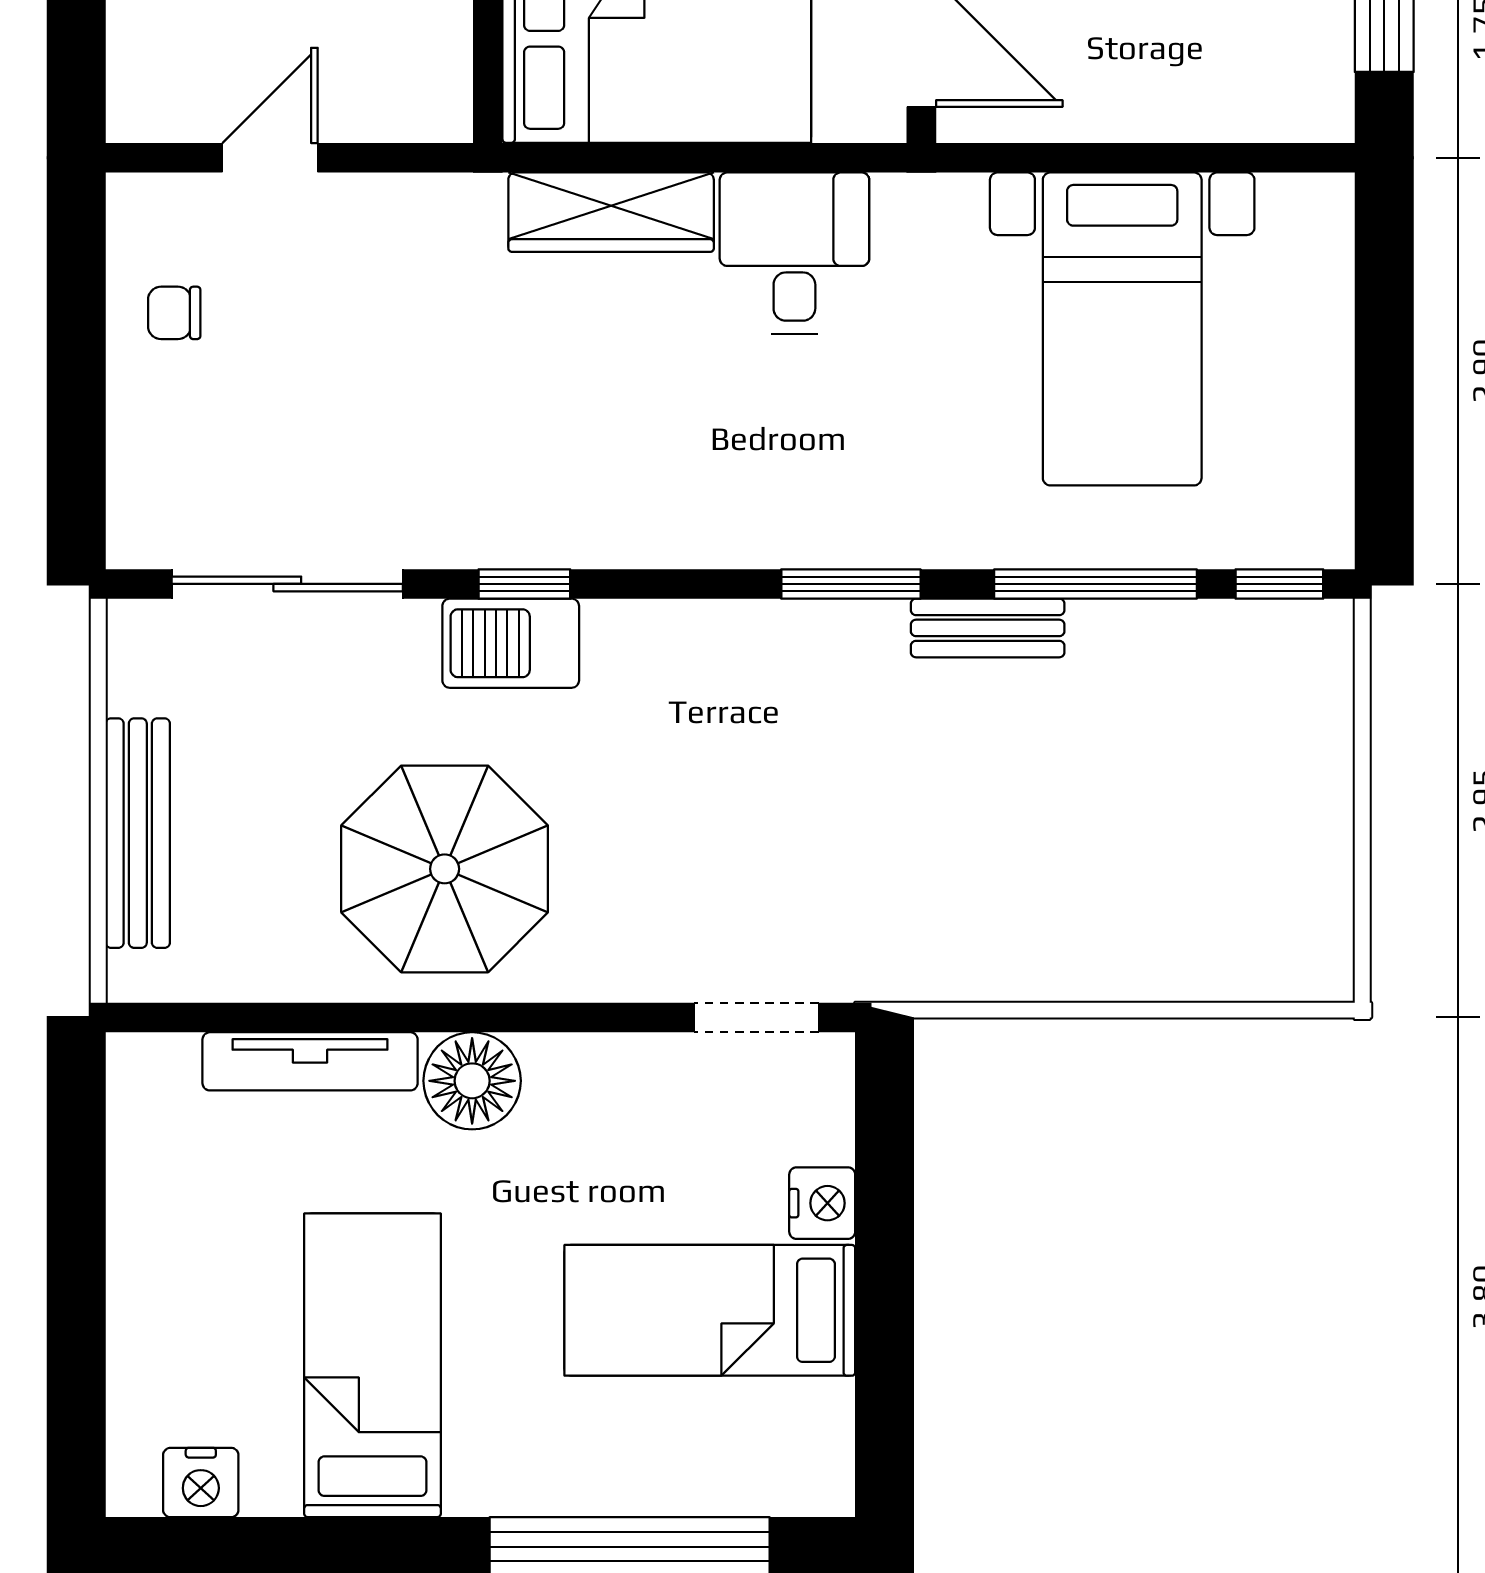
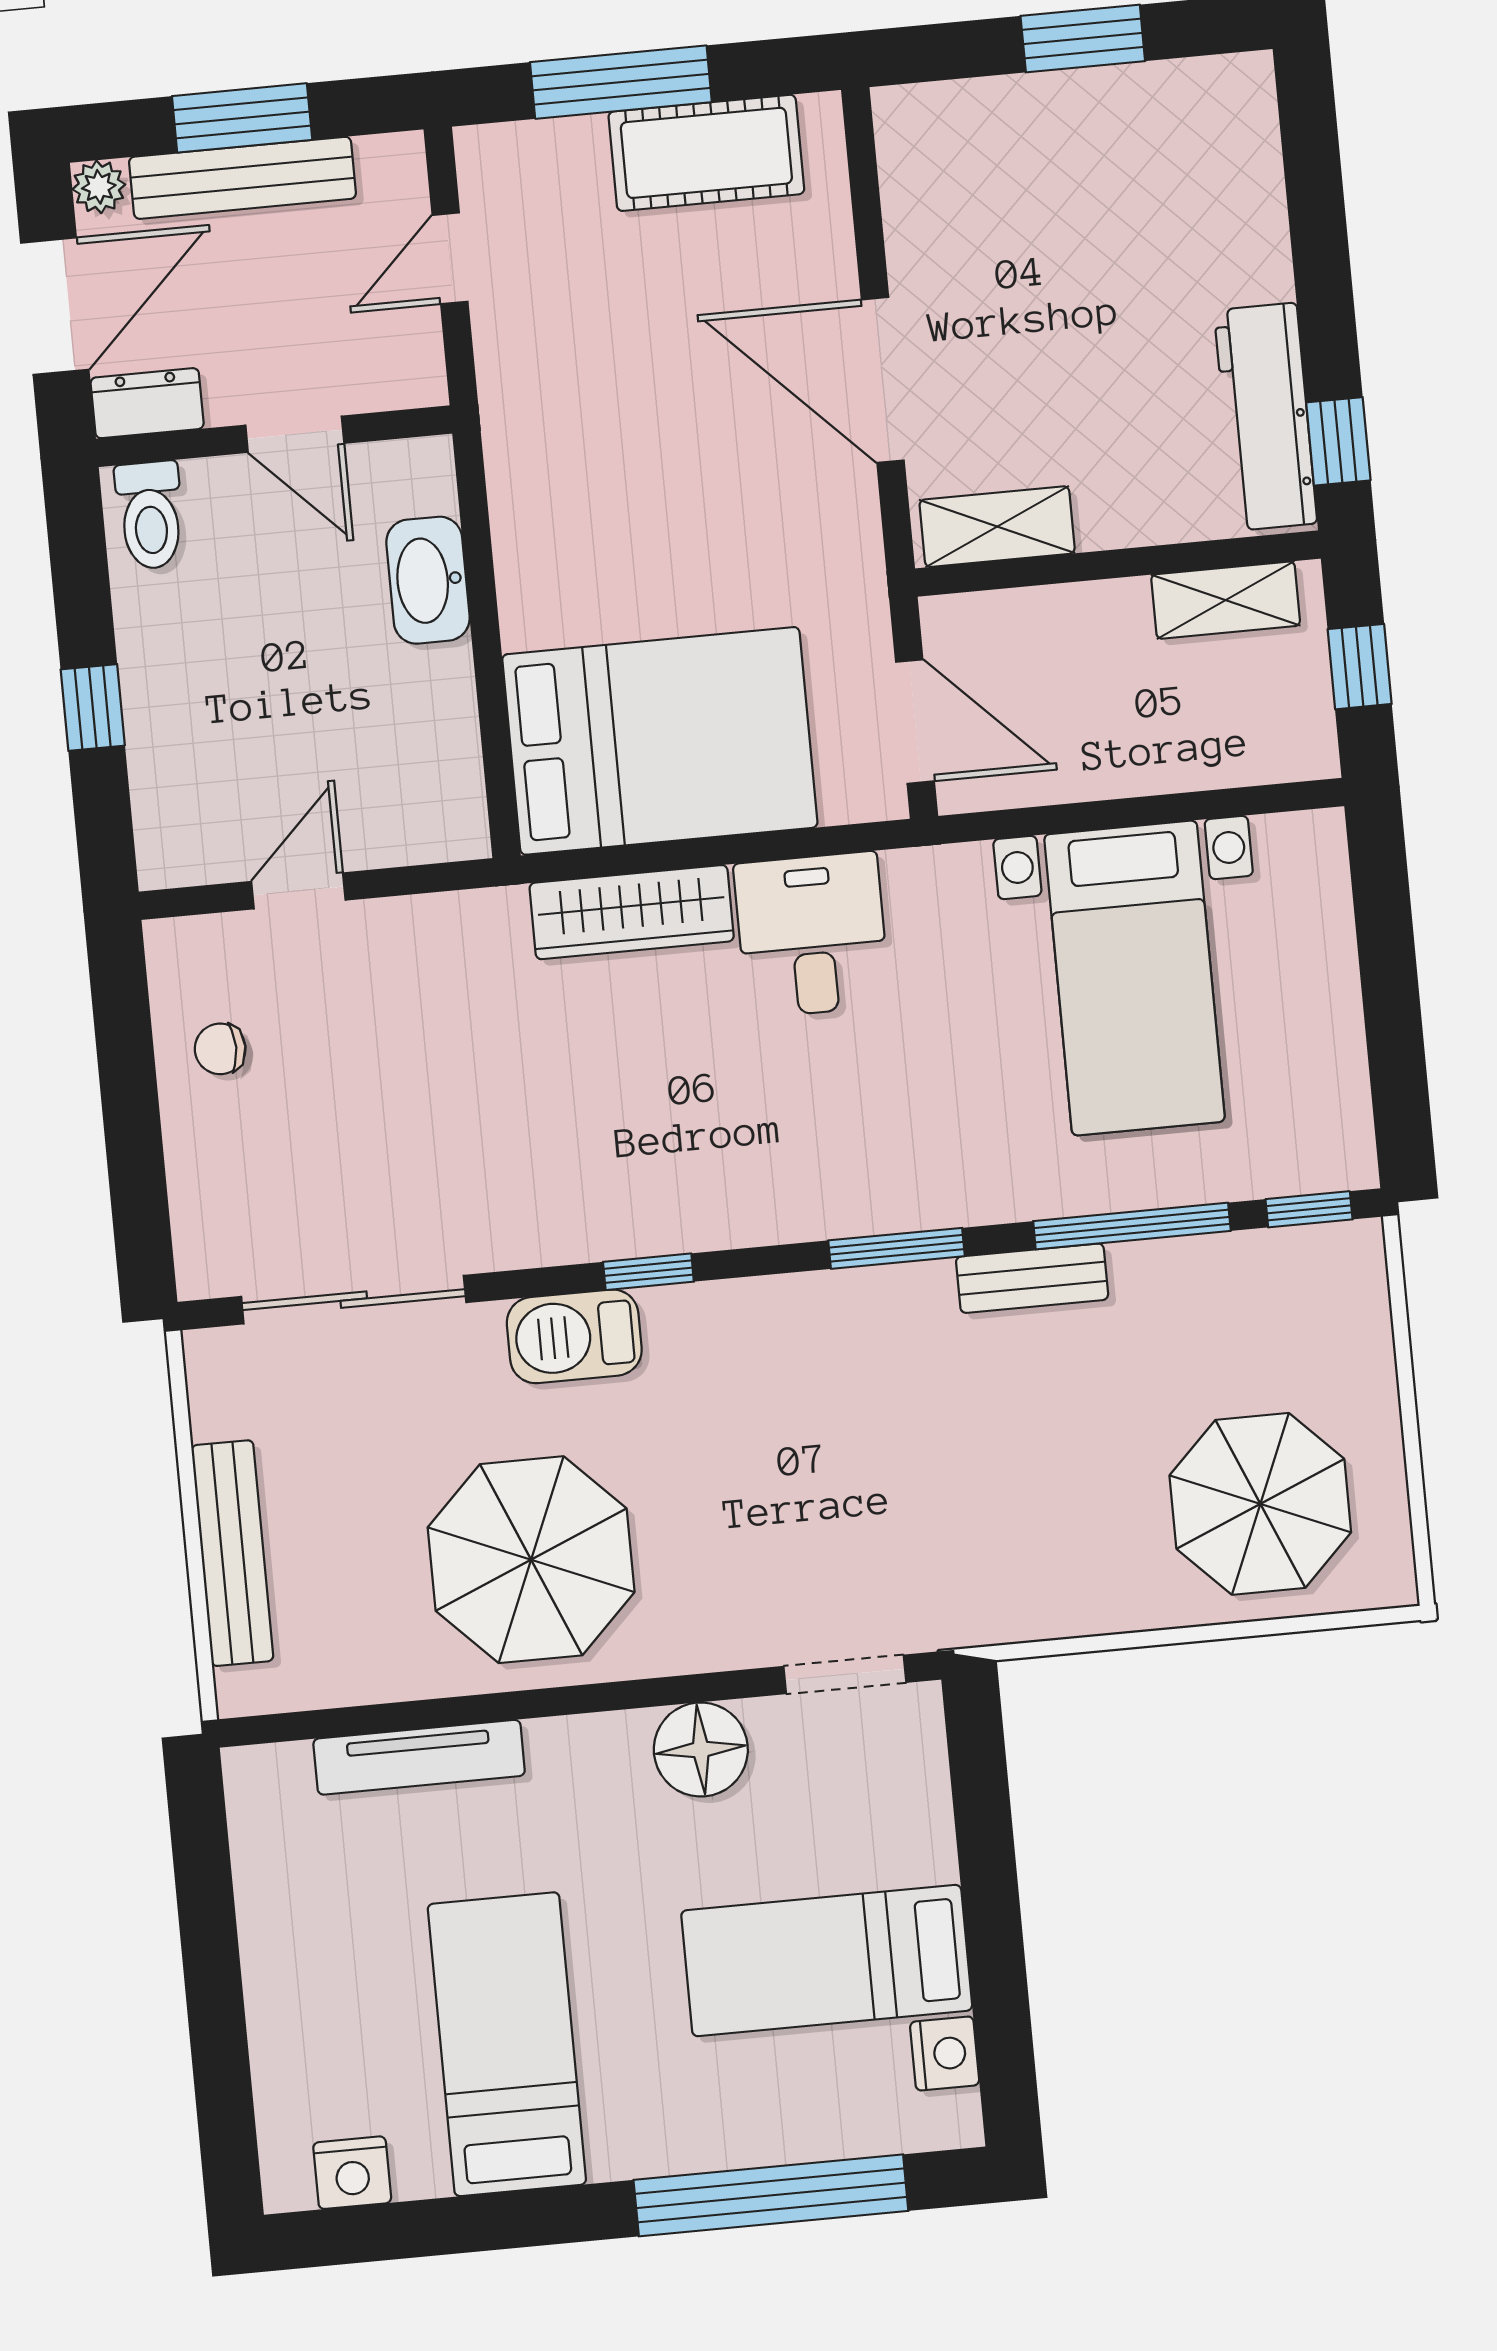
window: (524, 584) -> (648, 1272), moved
parasol: (1201, 882) -> (1260, 1504), added
floor lamp: (472, 1081) -> (701, 1750), moved
nightstand: (822, 1203) -> (945, 2054), moved

